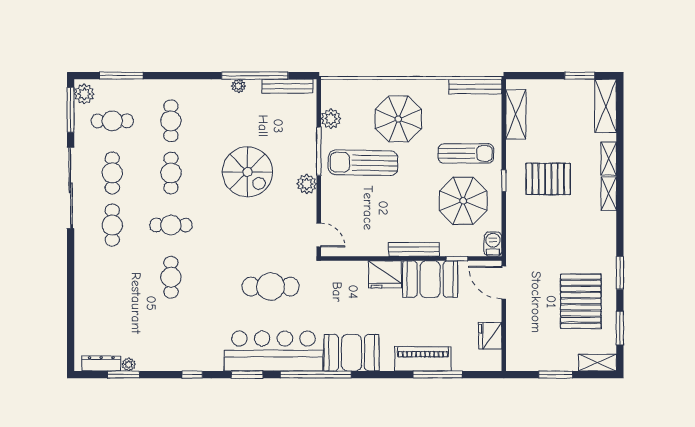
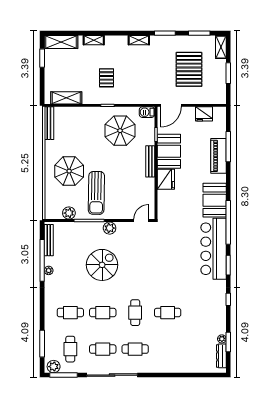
sun lounger: (466, 153) -> (91, 129), removed
pallet: (548, 179) -> (106, 78), width x0.67, depth x0.71
shelving: (609, 194) -> (139, 40), moved
cafe table: (271, 287) -> (173, 251), removed
pallet: (581, 301) -> (189, 69), moved, turned 90

